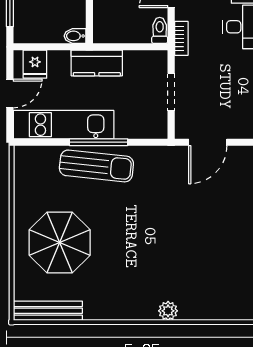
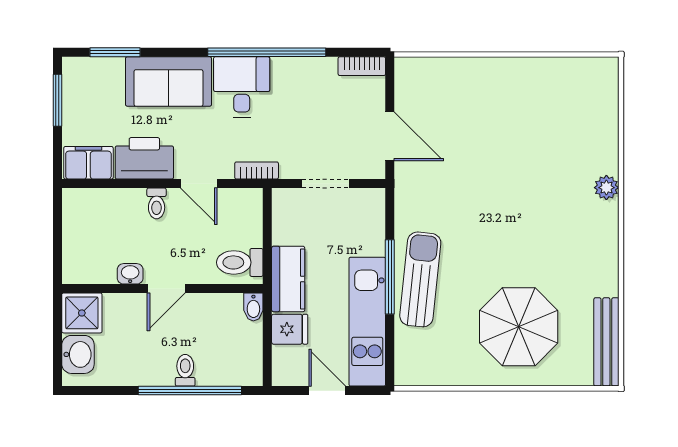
toilet: (160, 30) -> (240, 262), moved, width x1.37, depth x1.39
fridge: (35, 64) -> (290, 329), moved

